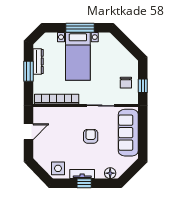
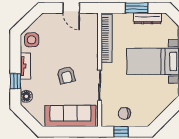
armchair: (91, 136) -> (66, 75), turned 76
window: (84, 183) -> (15, 81), moved

